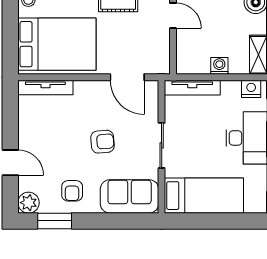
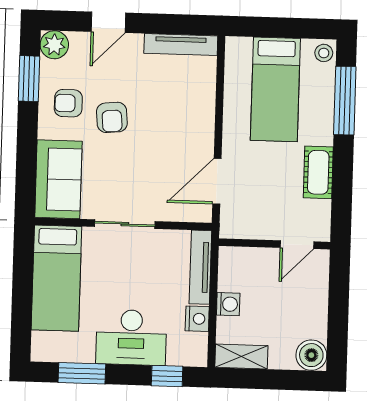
bed: (57, 44) -> (275, 89), width x0.67
tv unit: (45, 88) -> (181, 45), moved, turned -90
nightstand: (251, 89) -> (197, 319), moved
armchair: (103, 142) -> (112, 117), moved

